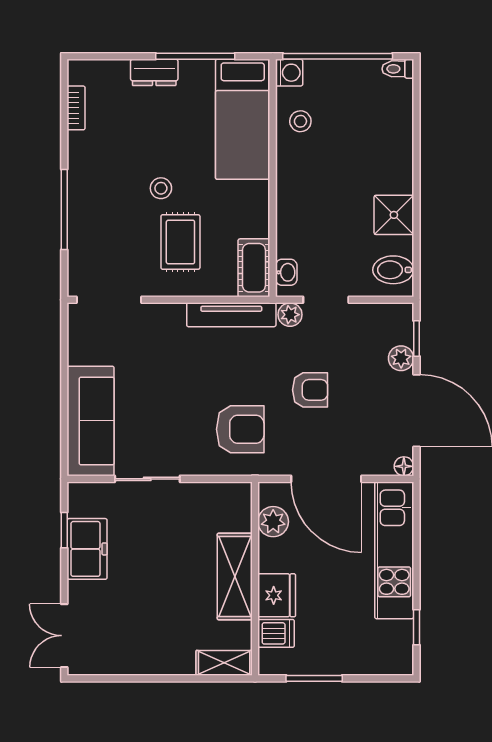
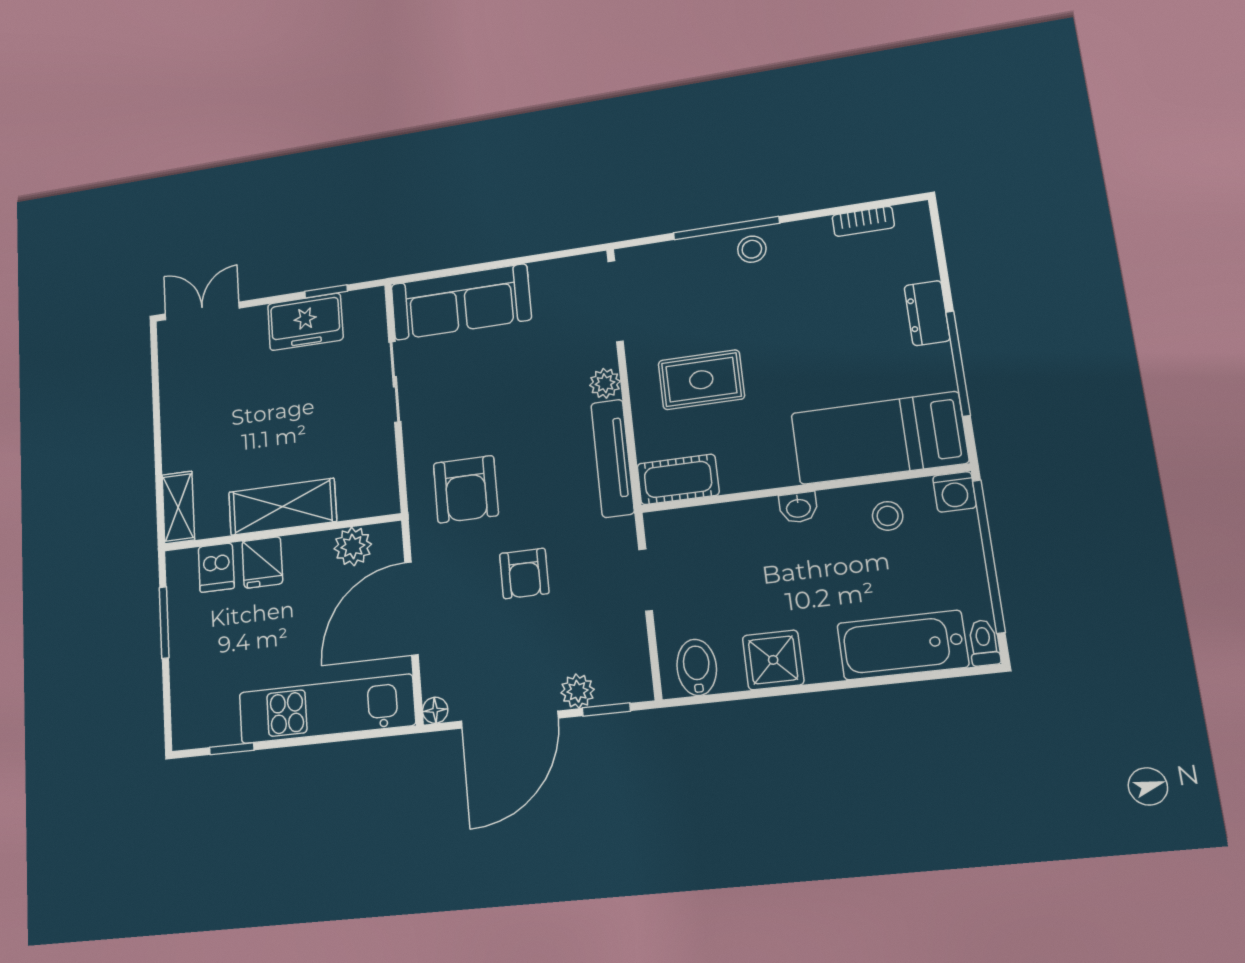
bathtub: (393, 124) -> (903, 645), added
stool: (161, 188) -> (752, 249), moved
washbasin: (286, 272) -> (798, 508), moved
plant: (290, 315) -> (605, 383), moved
fridge: (277, 595) -> (262, 562), width x0.72

